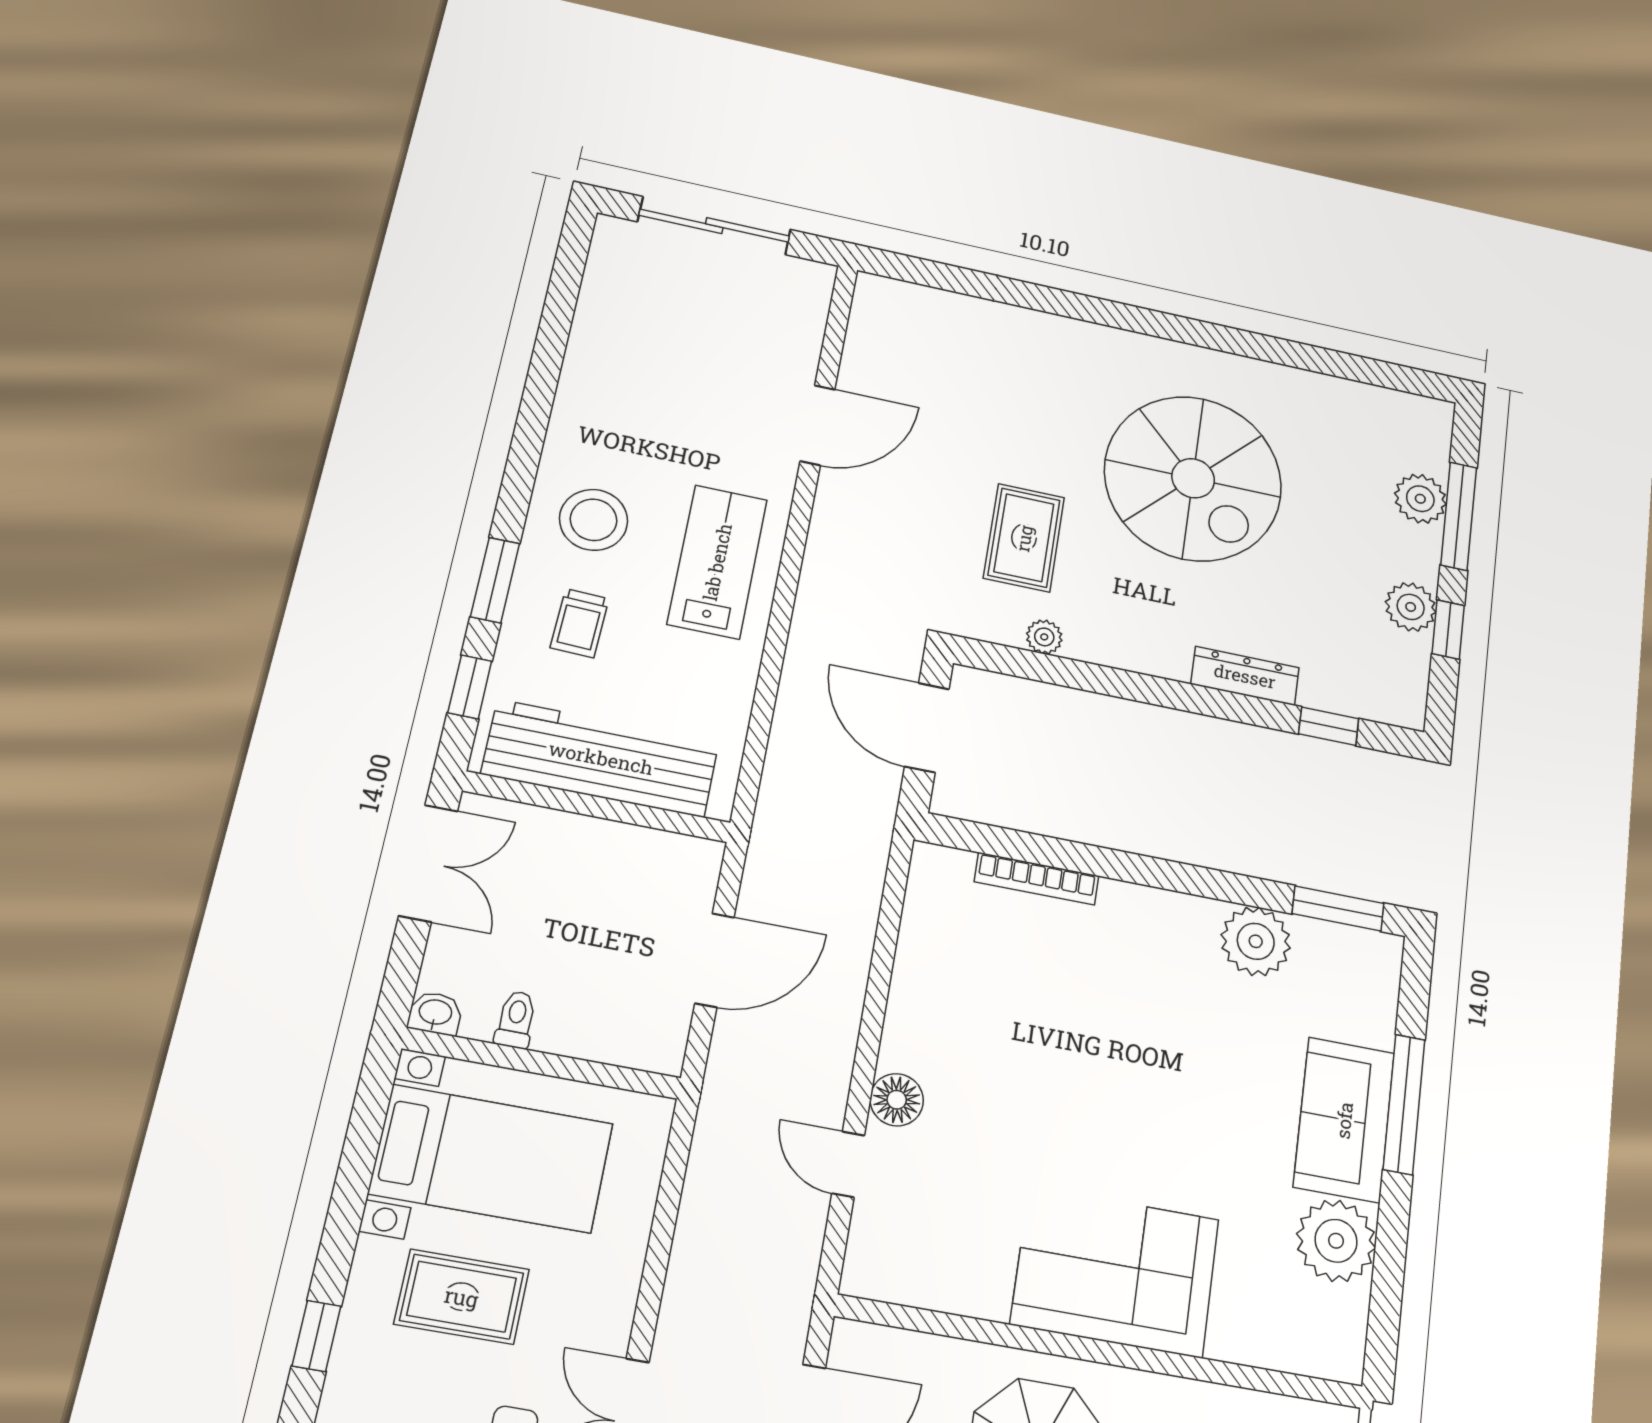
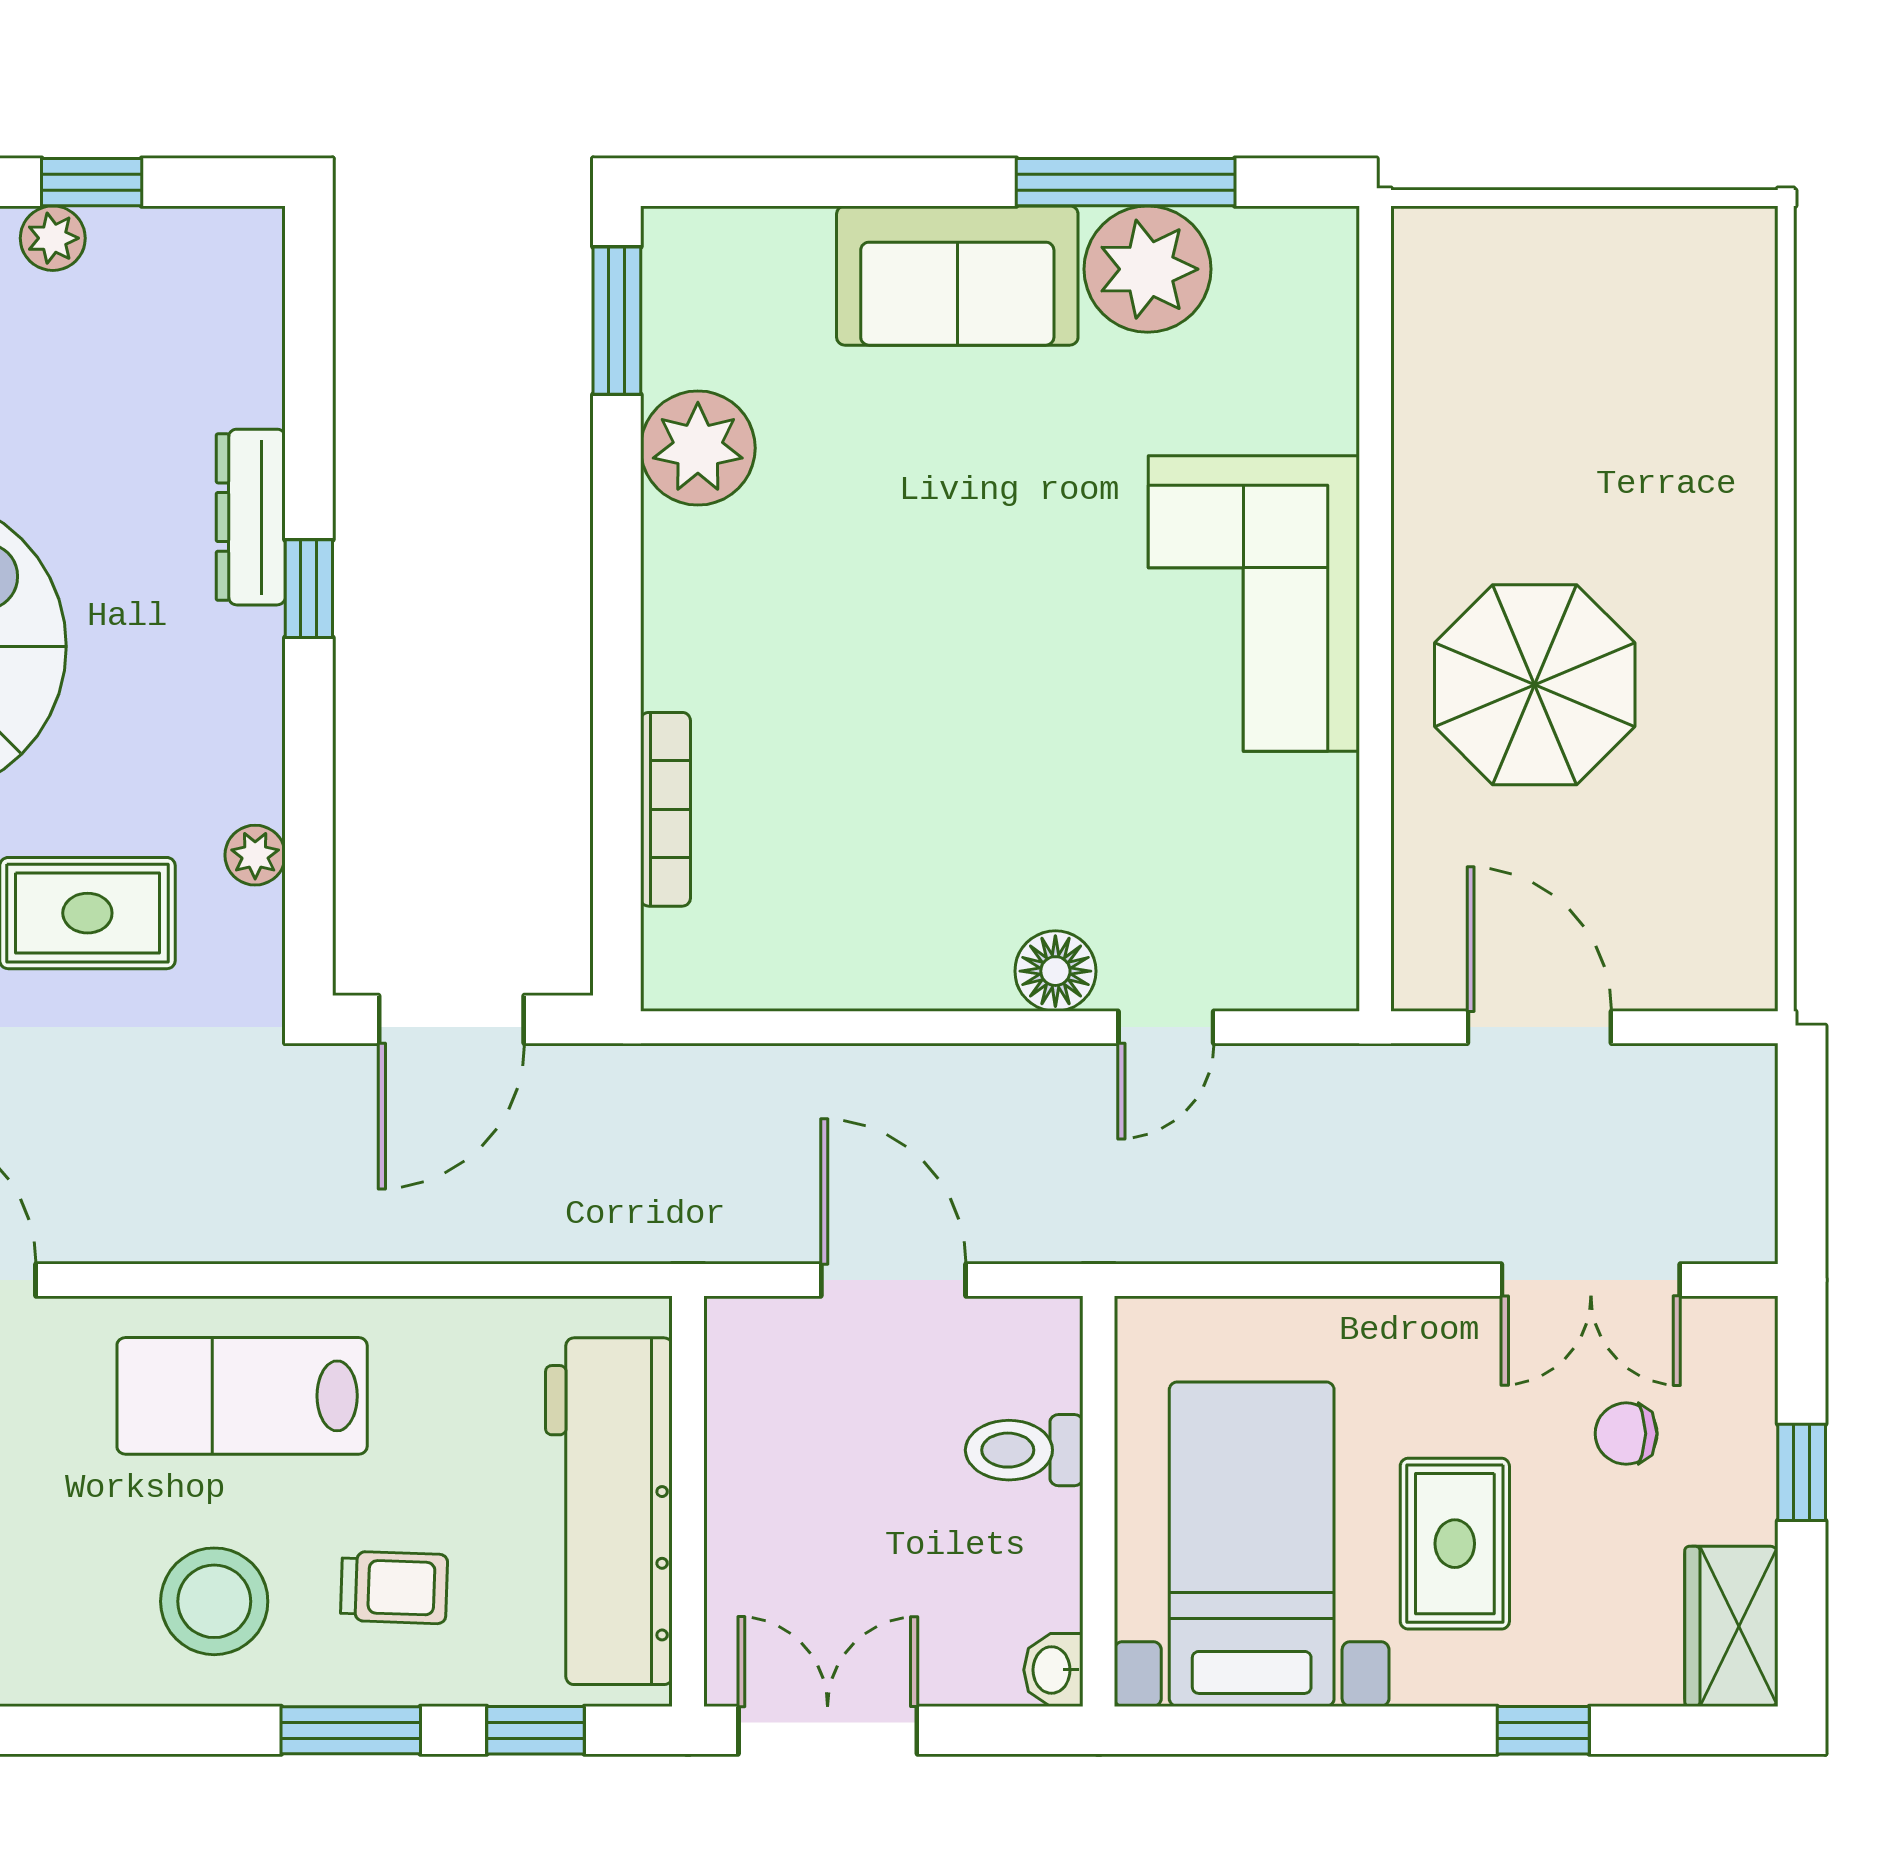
plant: (1411, 607) -> (53, 238), width x0.73, depth x0.73
window: (1329, 726) -> (309, 589), moved
toilet: (516, 1019) -> (1024, 1450), moved, width x1.37, depth x1.39
window: (1404, 1104) -> (1126, 182), moved

